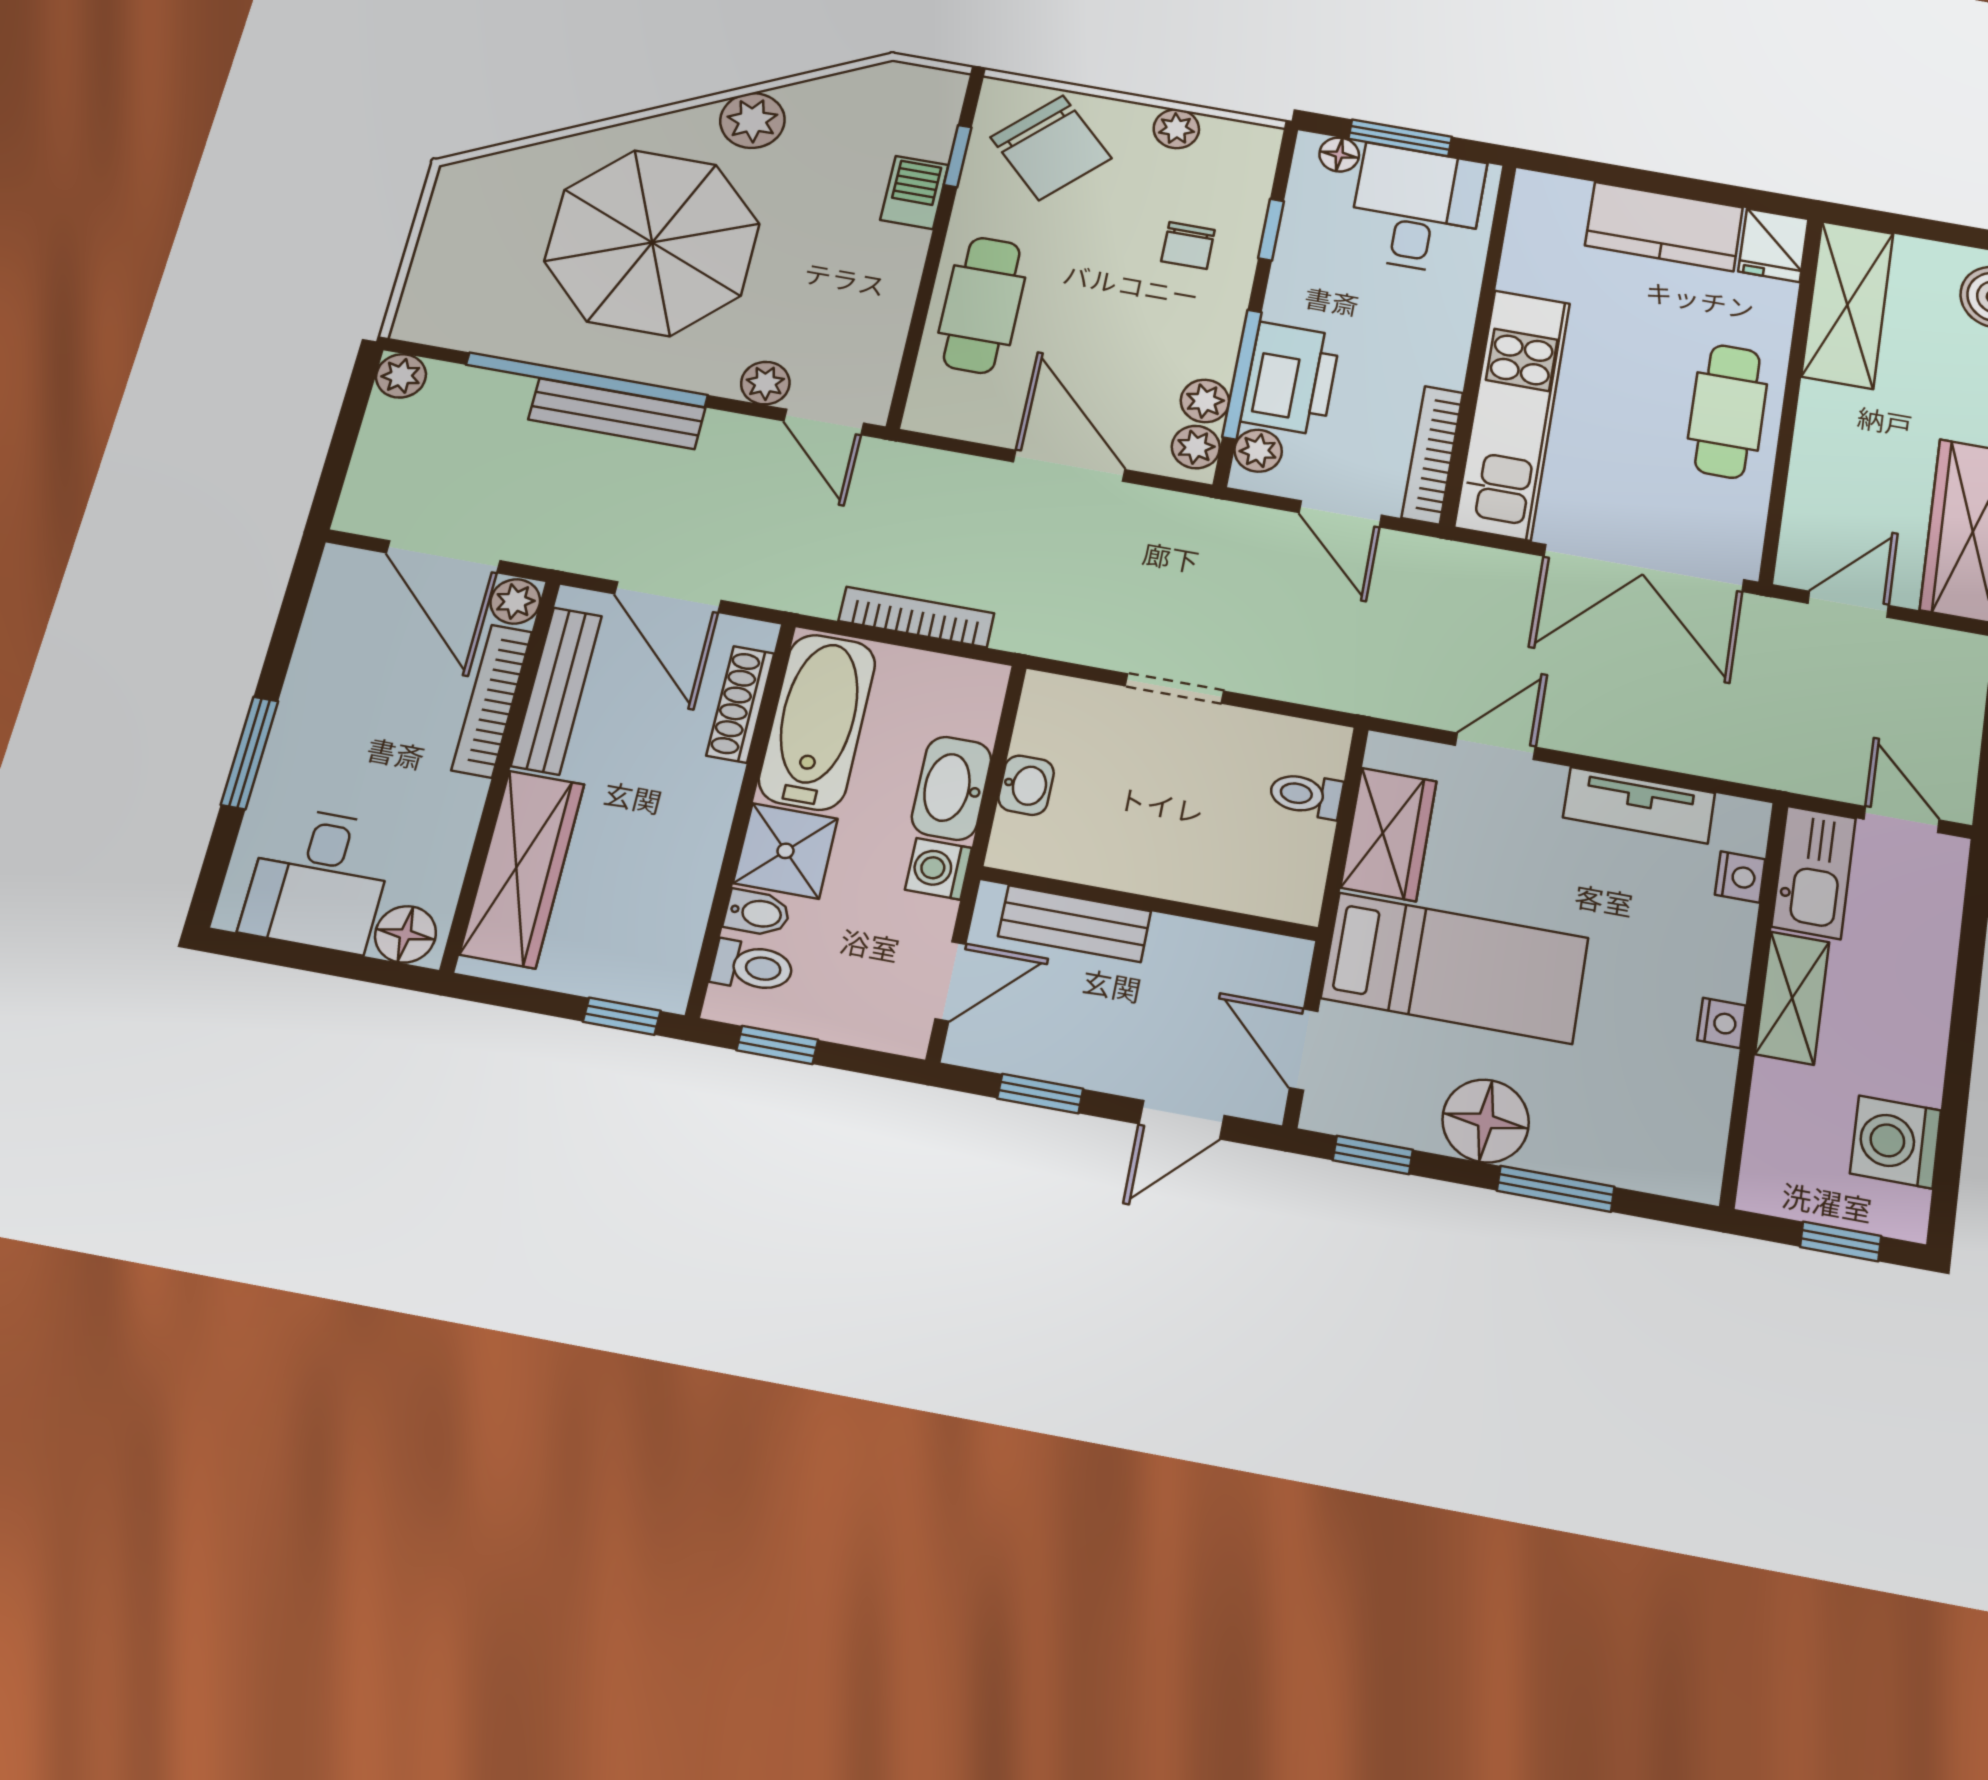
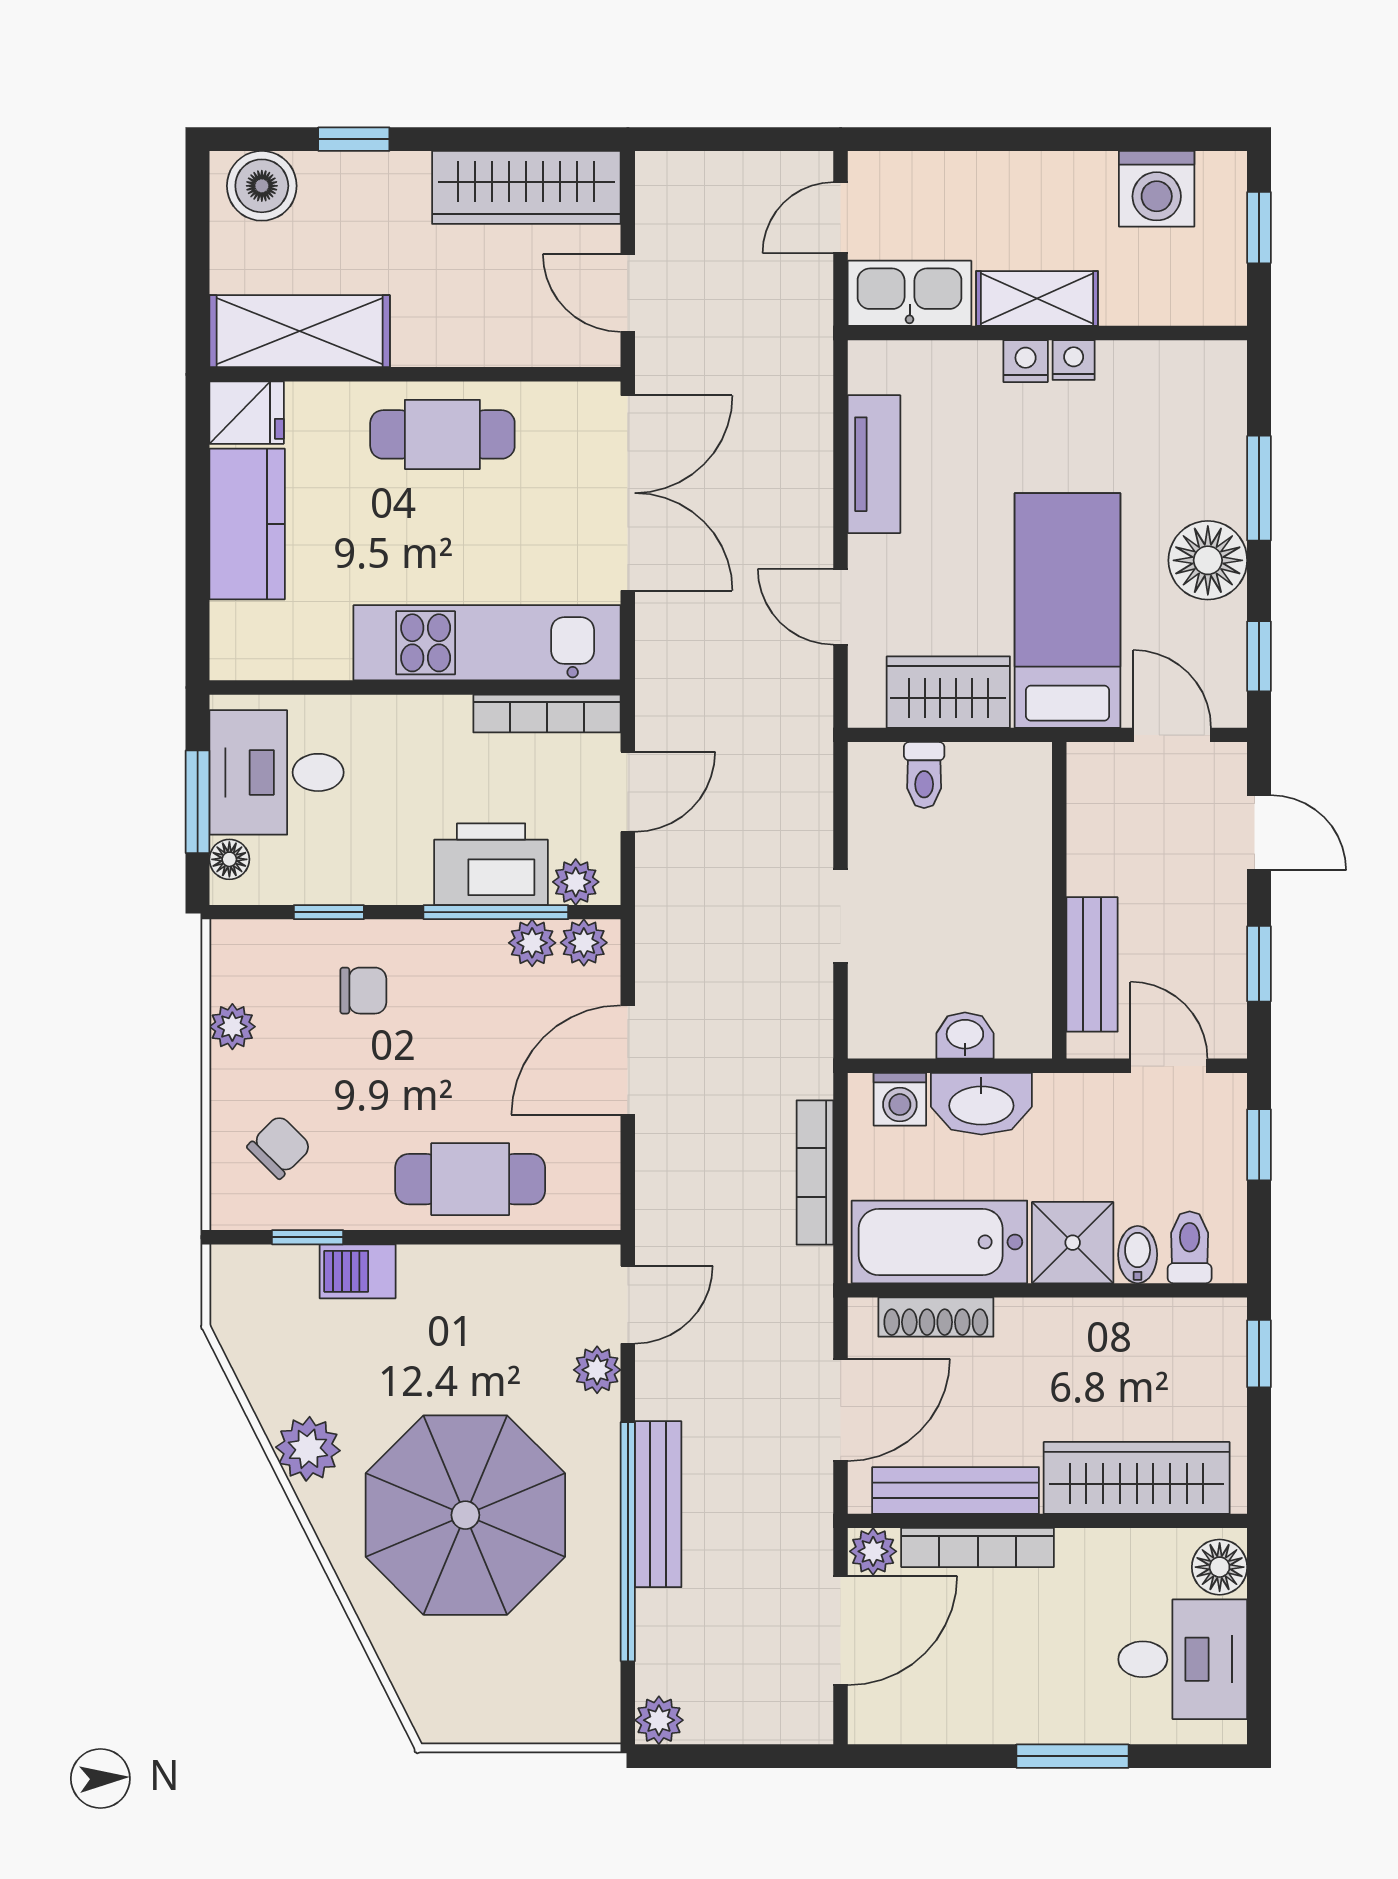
chair: (1051, 148) -> (279, 1147), width x0.54, depth x0.54
washing machine: (938, 869) -> (900, 1099), moved
nightstand: (1740, 877) -> (1026, 361), moved
window: (777, 1045) -> (1259, 1145), moved
door: (1304, 1049) -> (1172, 735), swing flipped

